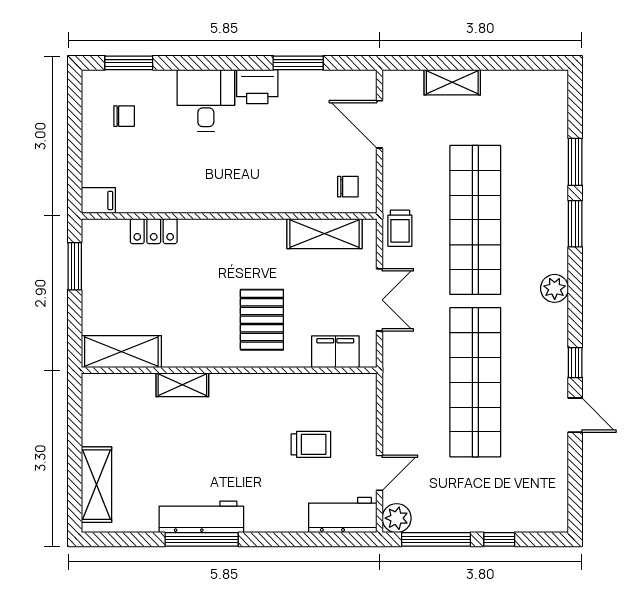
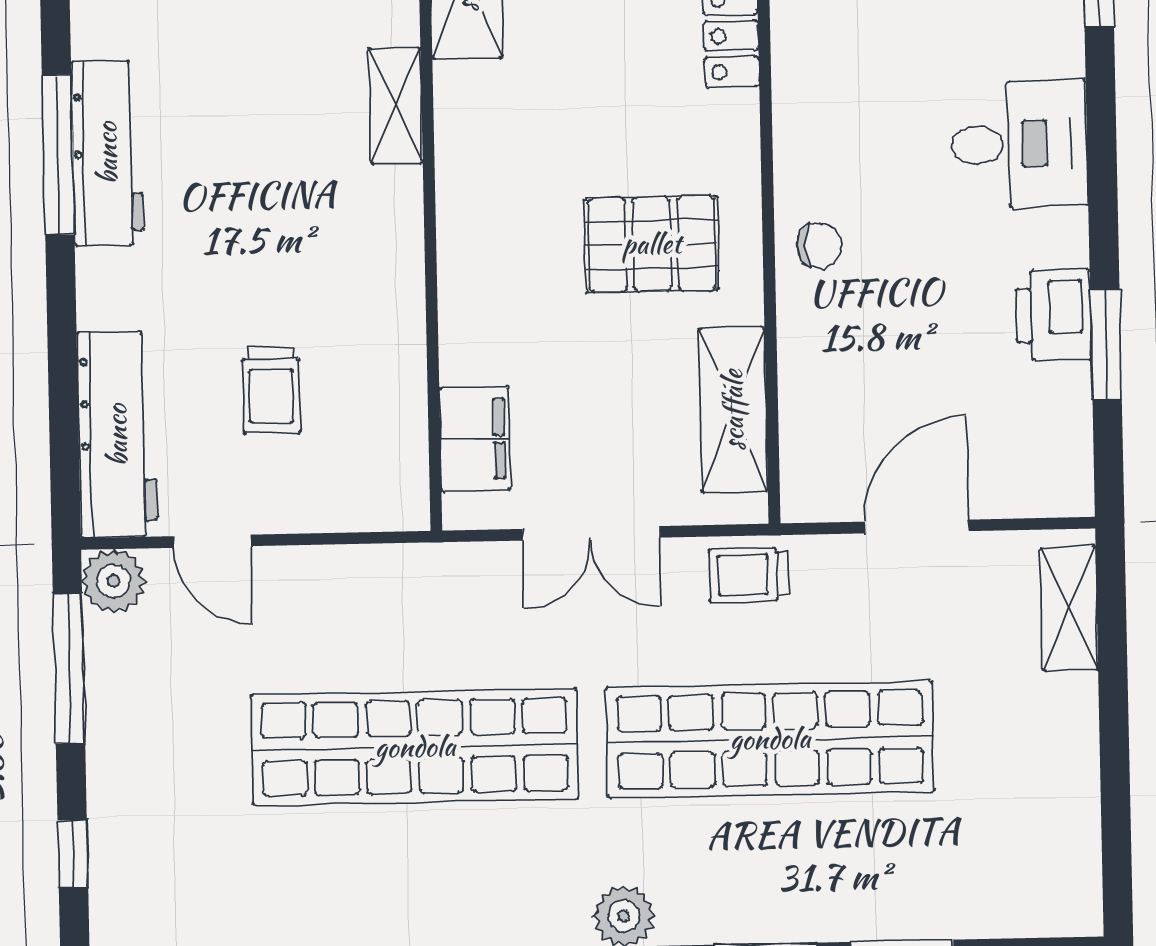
shelving: (452, 82) -> (1069, 609), moved
printer: (257, 87) -> (1054, 315), moved
door: (379, 124) -> (917, 526), moved
chair: (348, 187) -> (820, 245), moved, turned -90
pallet: (262, 320) -> (652, 244), moved
workbench: (343, 515) -> (117, 435), width x1.38
window: (499, 539) -> (73, 854), moved

